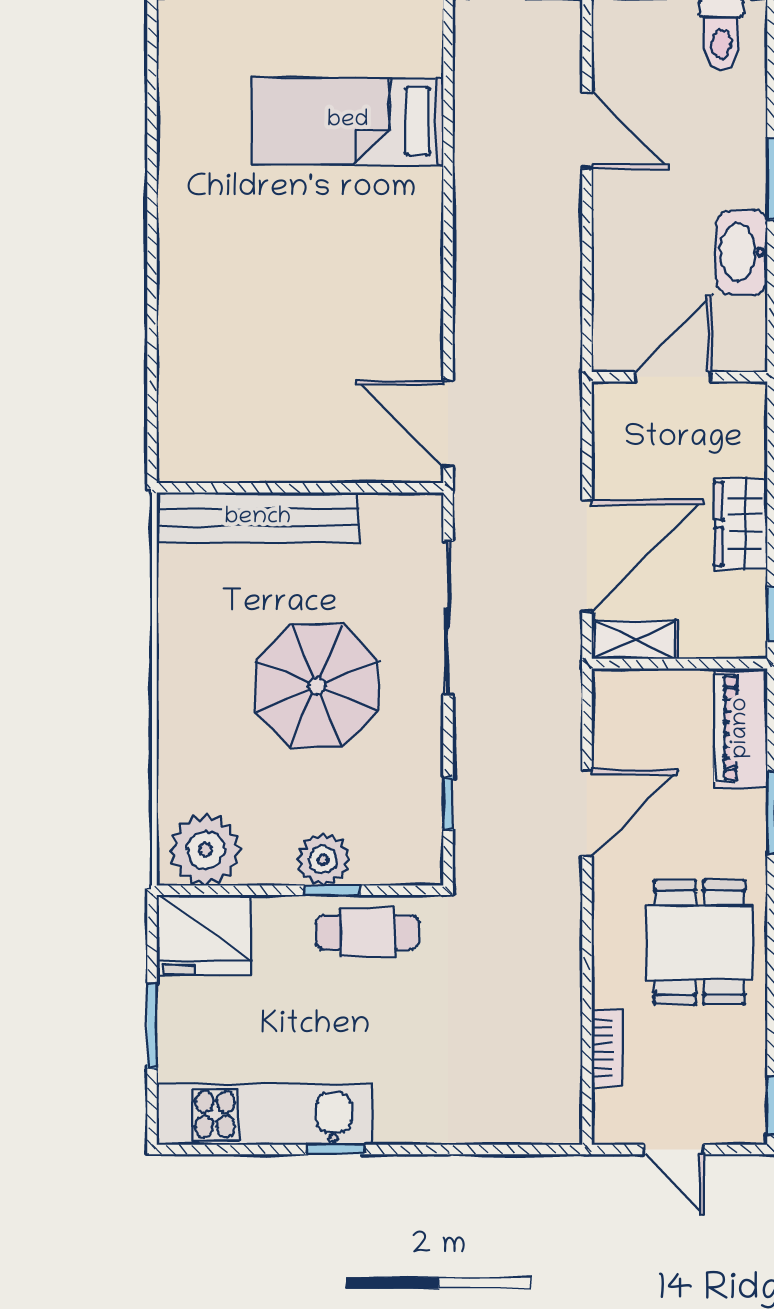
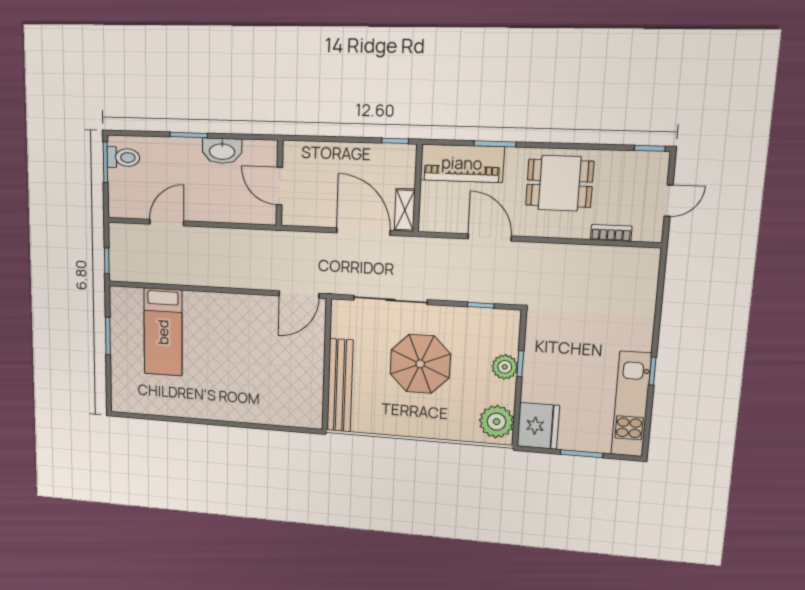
wardrobe: (741, 524) -> (350, 155), removed
piano: (741, 728) -> (462, 163), width x1.37, depth x1.33
cafe table: (367, 932) -> (543, 348), removed

